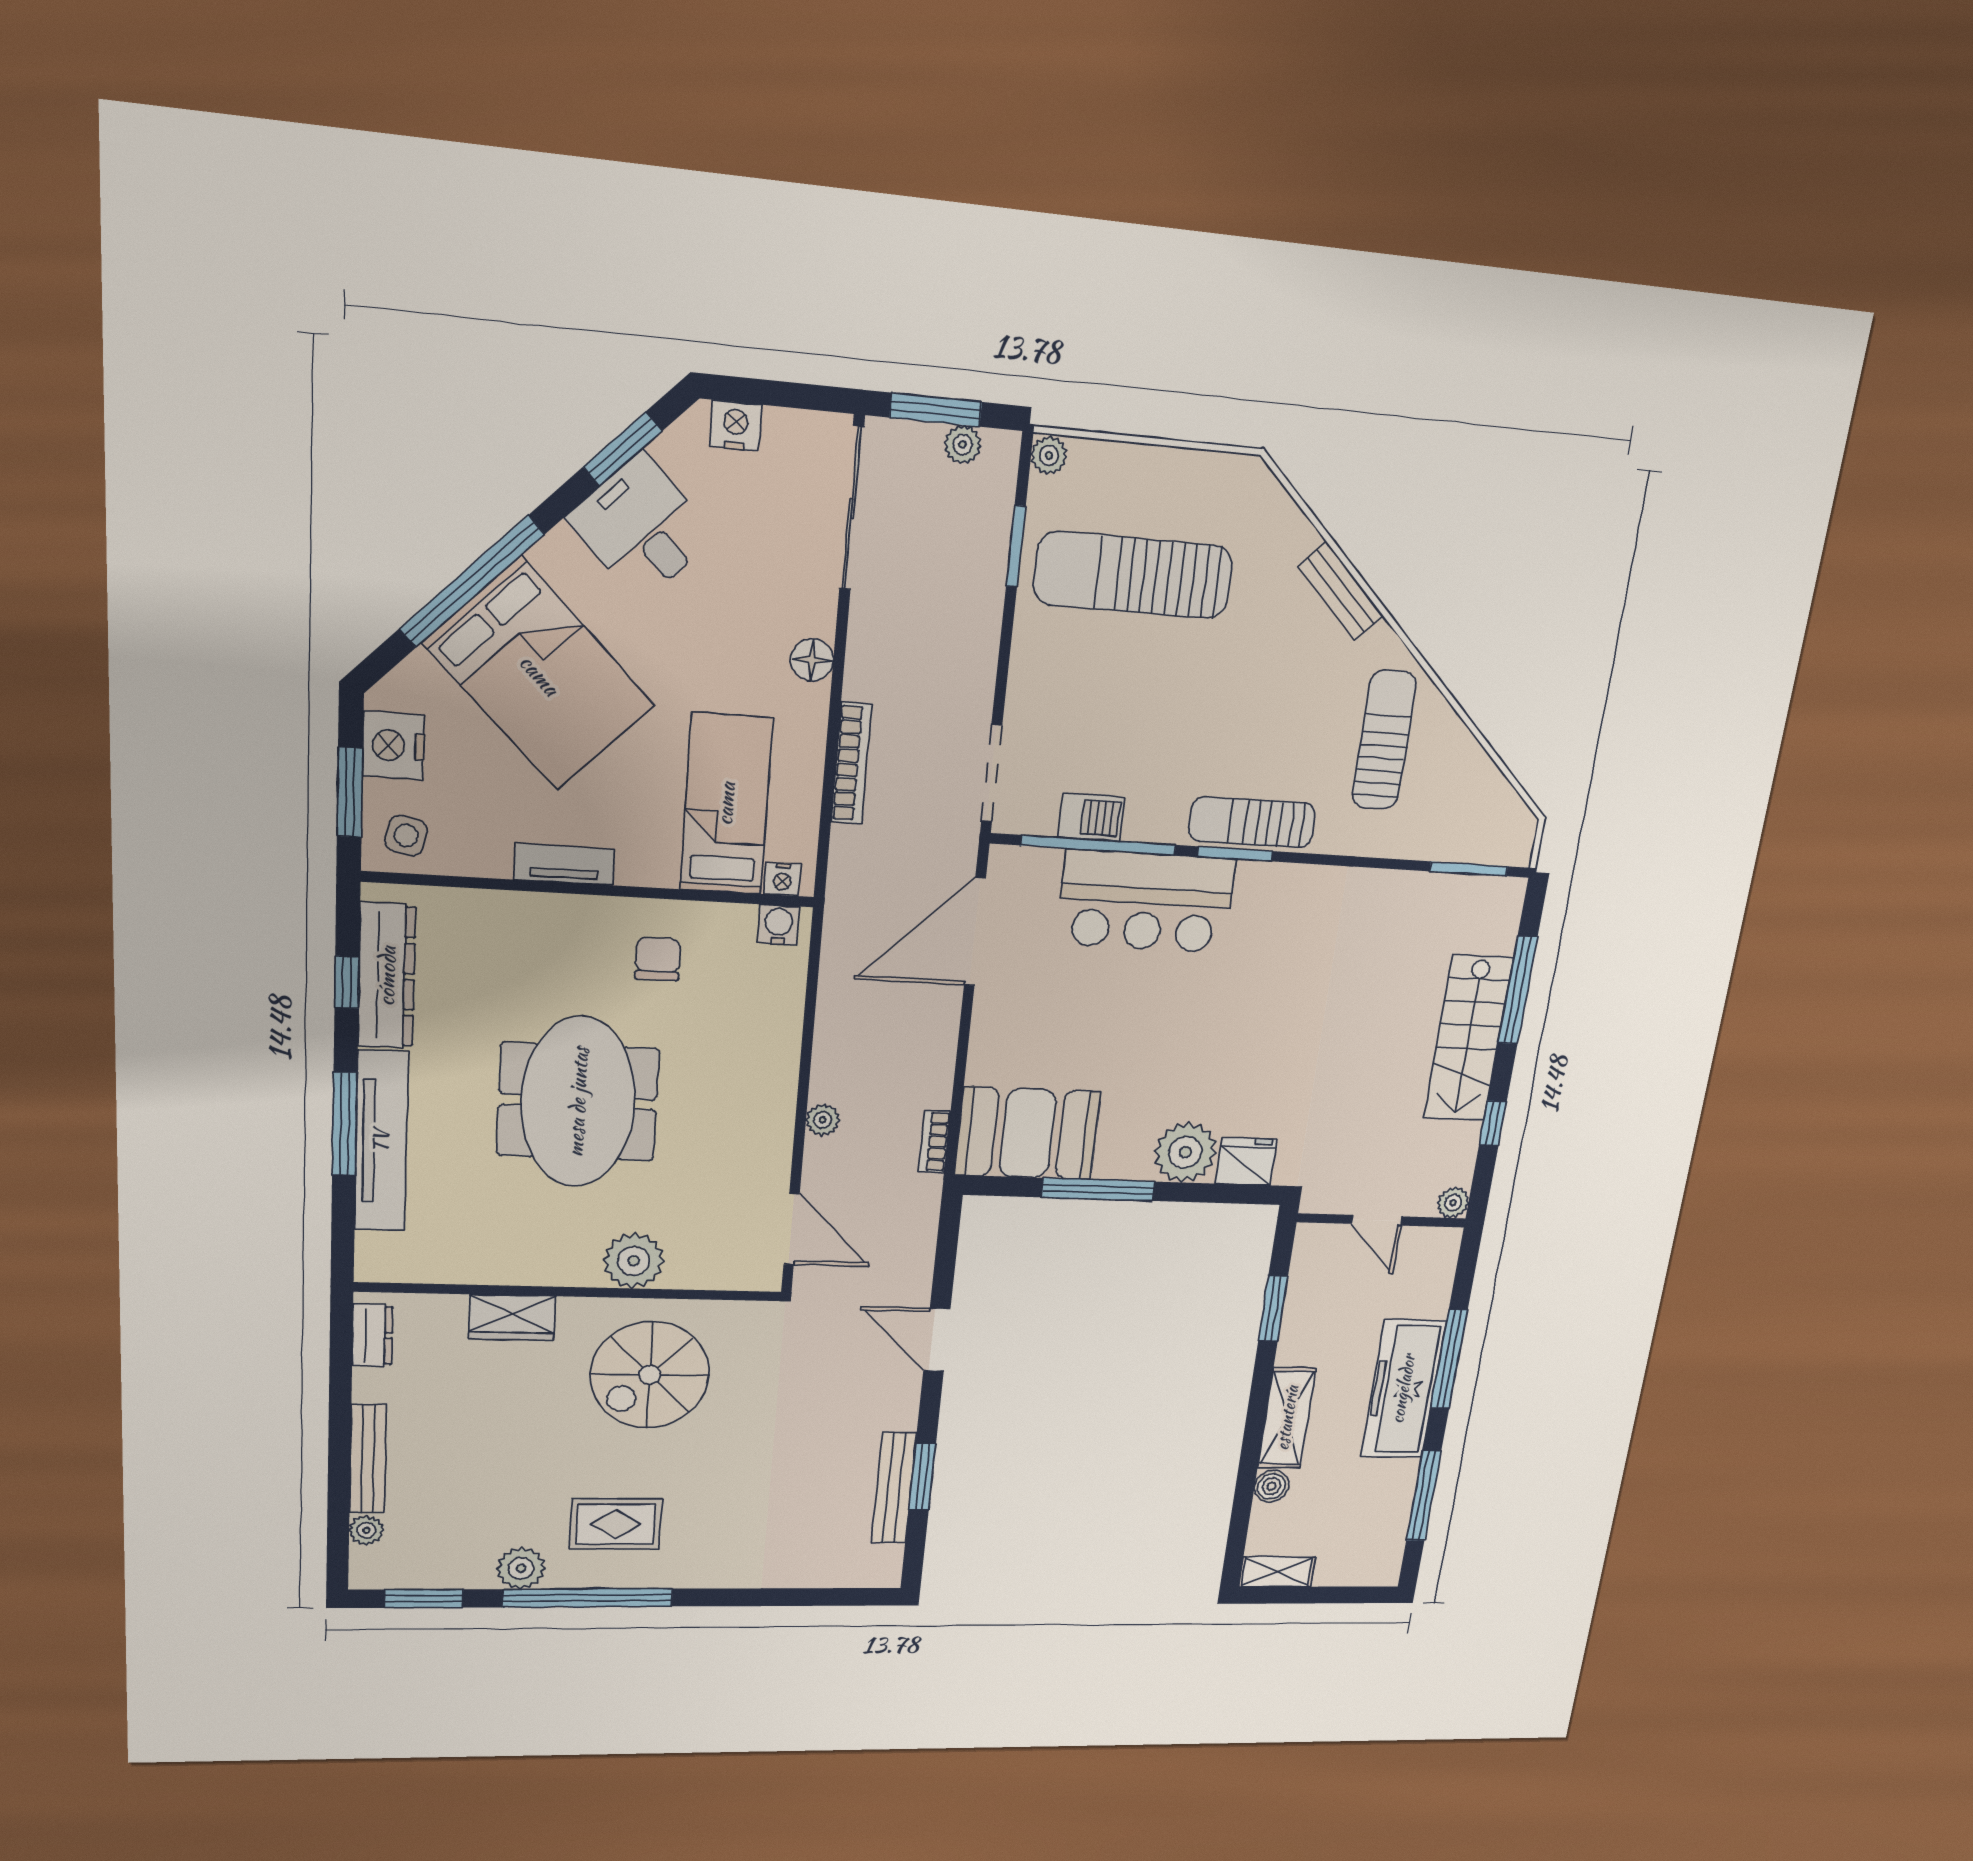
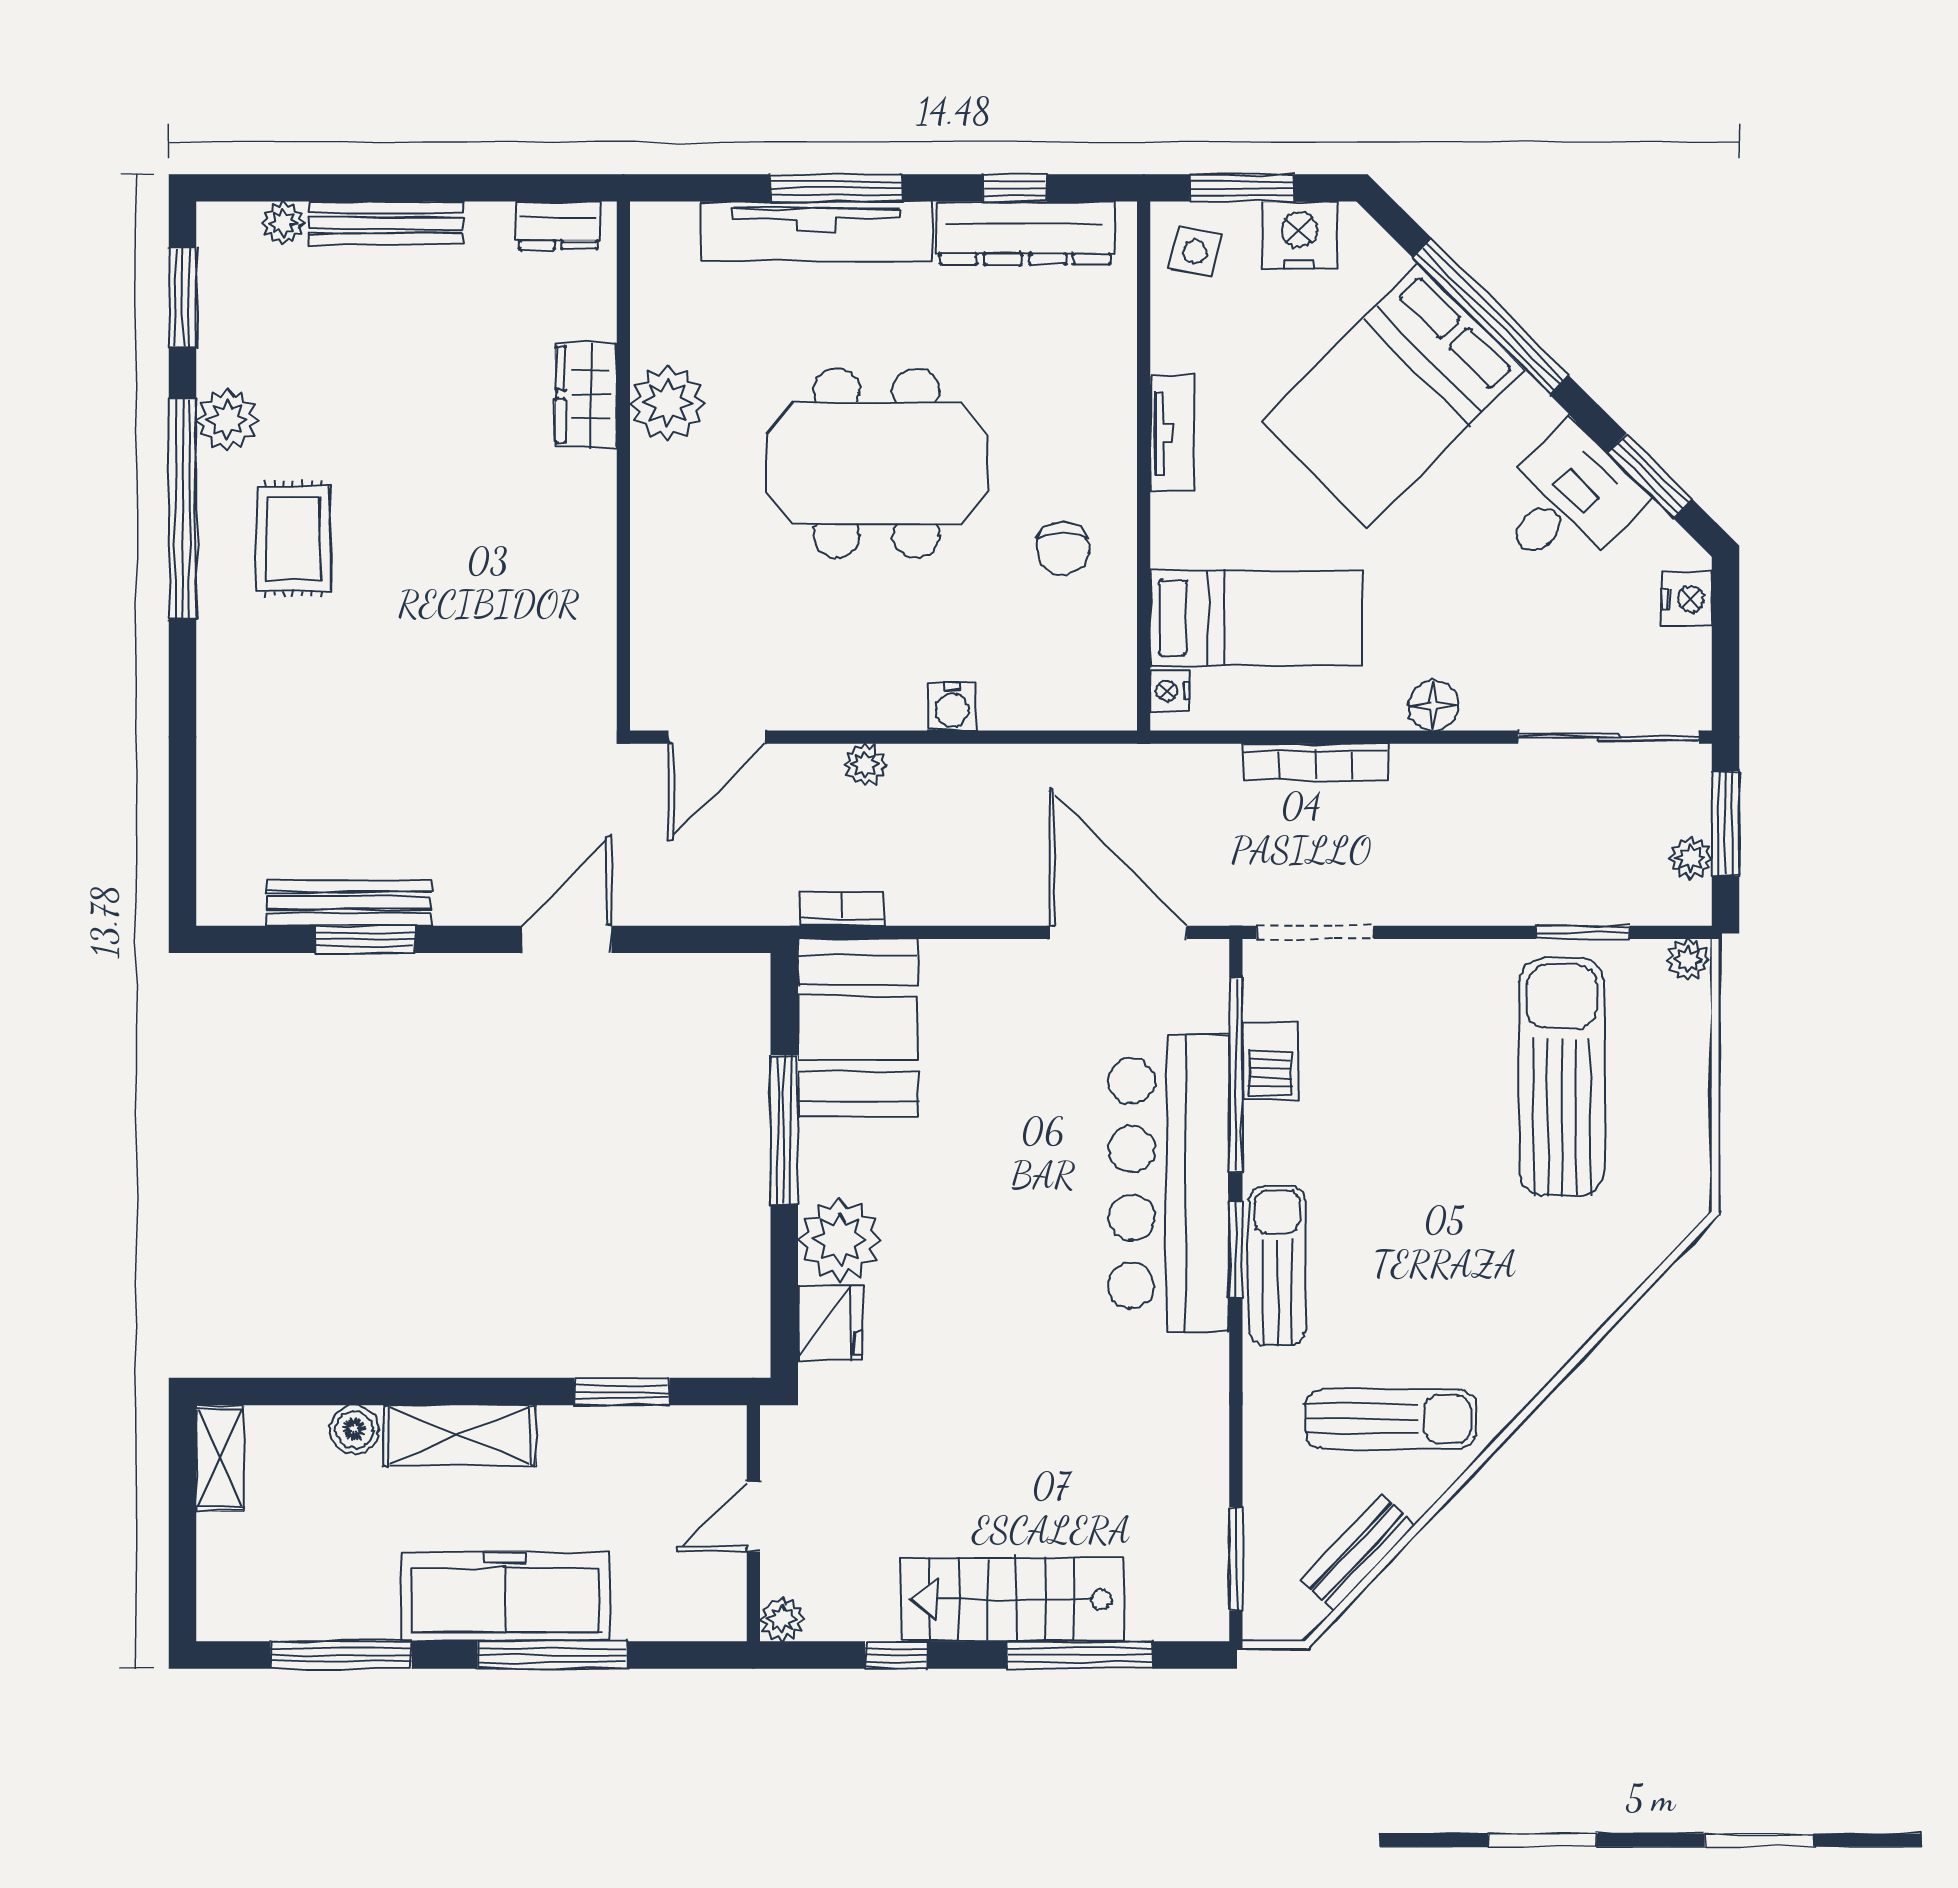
bench: (1341, 591) -> (1358, 1553), moved
bar counter: (1146, 901) -> (1169, 1183), width x1.36
water cooler: (779, 925) -> (952, 707), moved, turned 90
chair: (658, 959) -> (1063, 549), turned 90
plant: (634, 1261) -> (668, 403), moved
spiral stairs: (650, 1375) -> (510, 571), removed

